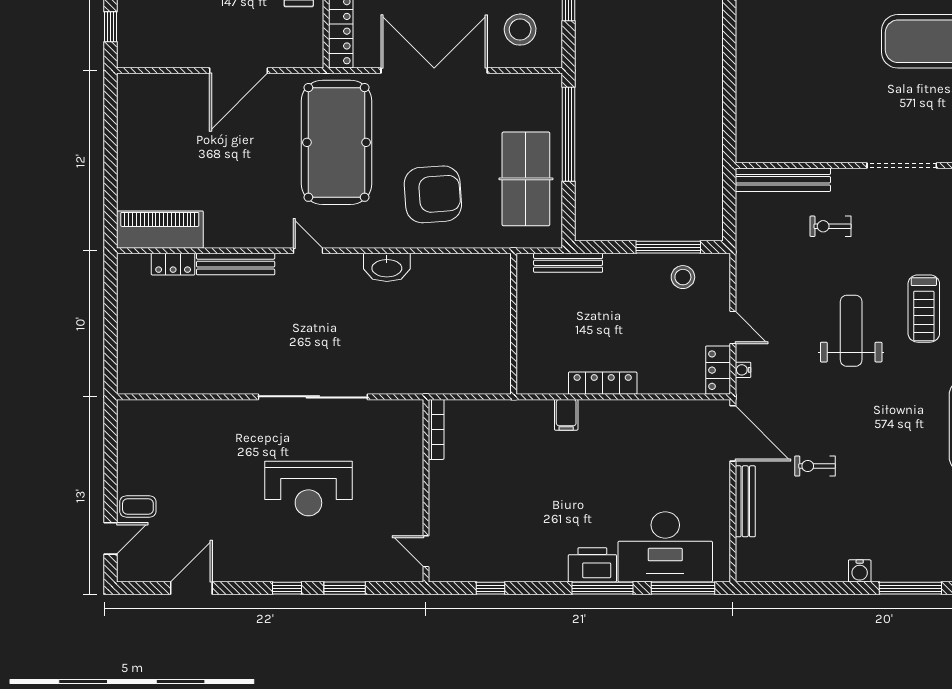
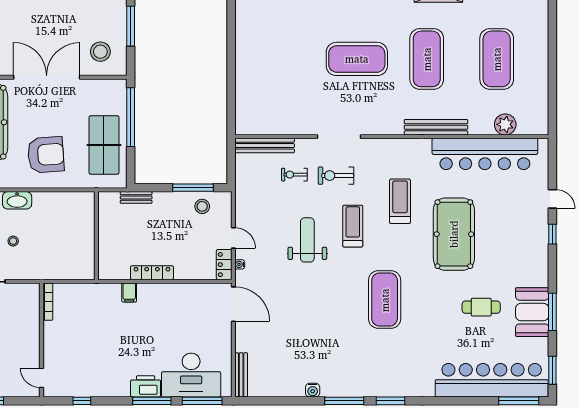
bench: (568, 263) -> (136, 197), width x0.73
treadmill: (924, 309) -> (353, 226), turned 180
stool: (381, 333) -> (13, 241), added
exercise bike: (815, 466) -> (336, 176), moved, width x1.38, depth x1.39
bench: (745, 501) -> (241, 375), moved

